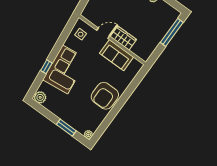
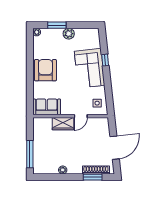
sofa: (117, 55) -> (47, 107), moved
plant: (40, 97) -> (69, 34), moved

